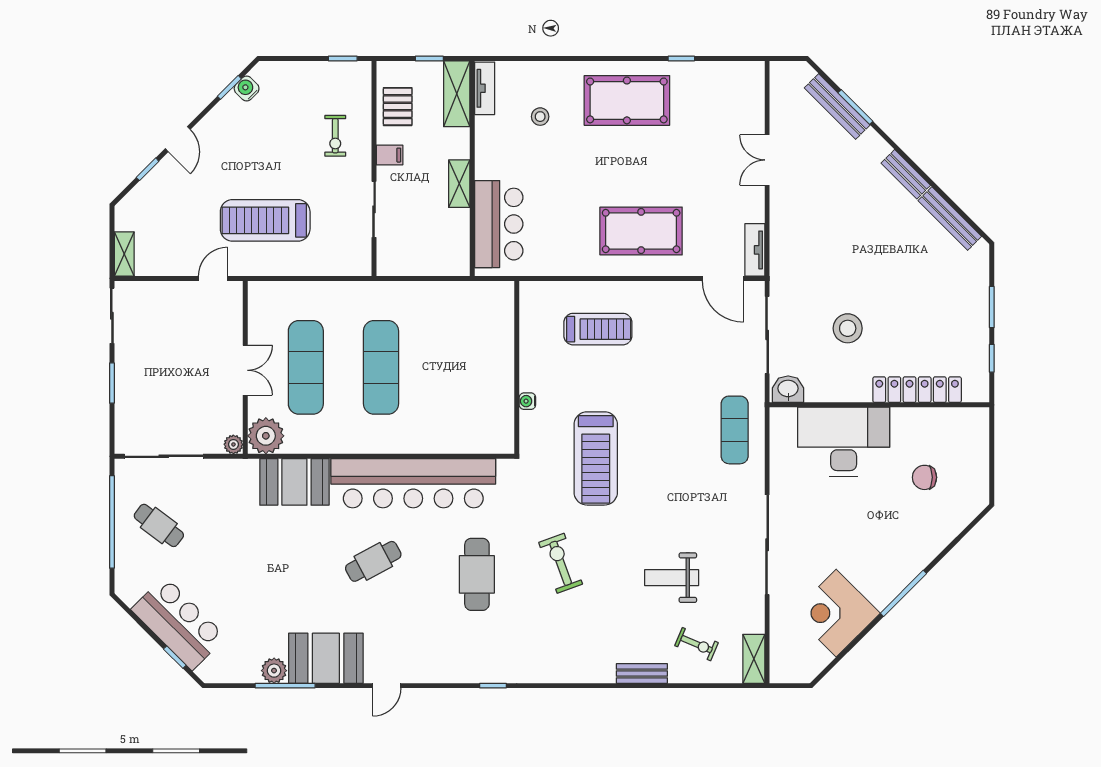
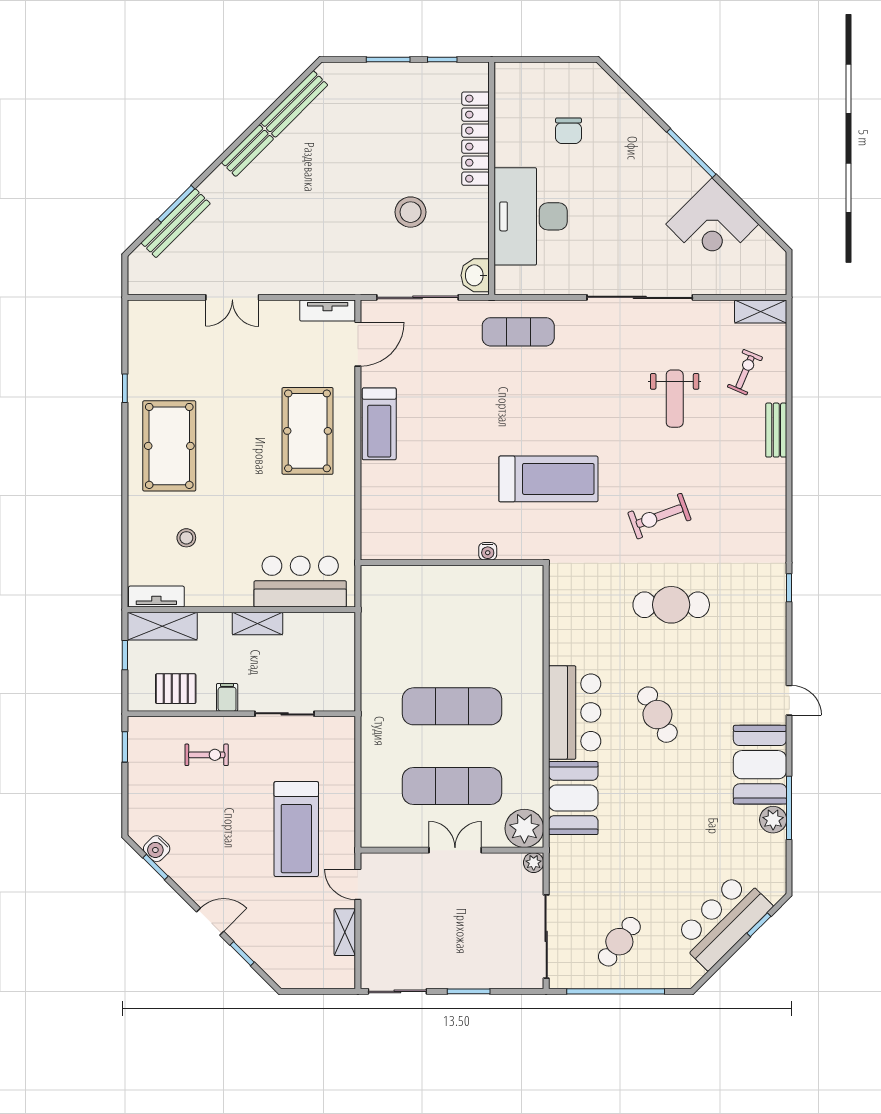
shelving: (124, 254) -> (345, 932), moved, turned 90
treadmill: (598, 329) -> (379, 424), moved, turned 180
bar counter: (413, 483) -> (575, 712), width x0.54

